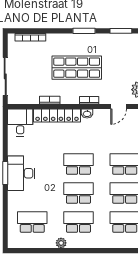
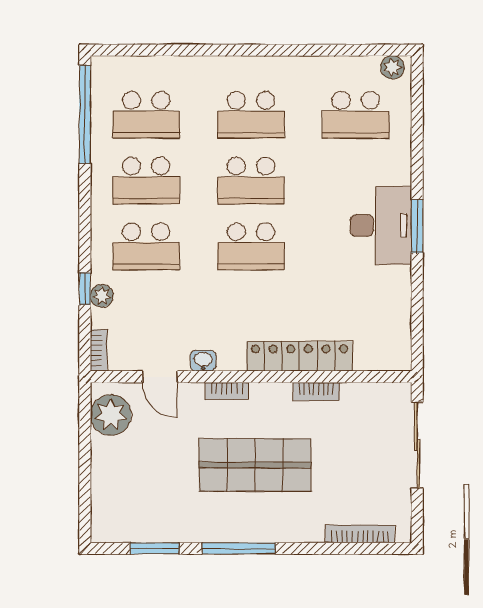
window: (84, 31) -> (239, 548), width x1.44
door: (119, 107) -> (160, 377), swing flipped
washbasin: (87, 114) -> (203, 361), moved
desk: (20, 122) -> (383, 341), removed
plant: (61, 243) -> (392, 67), moved

